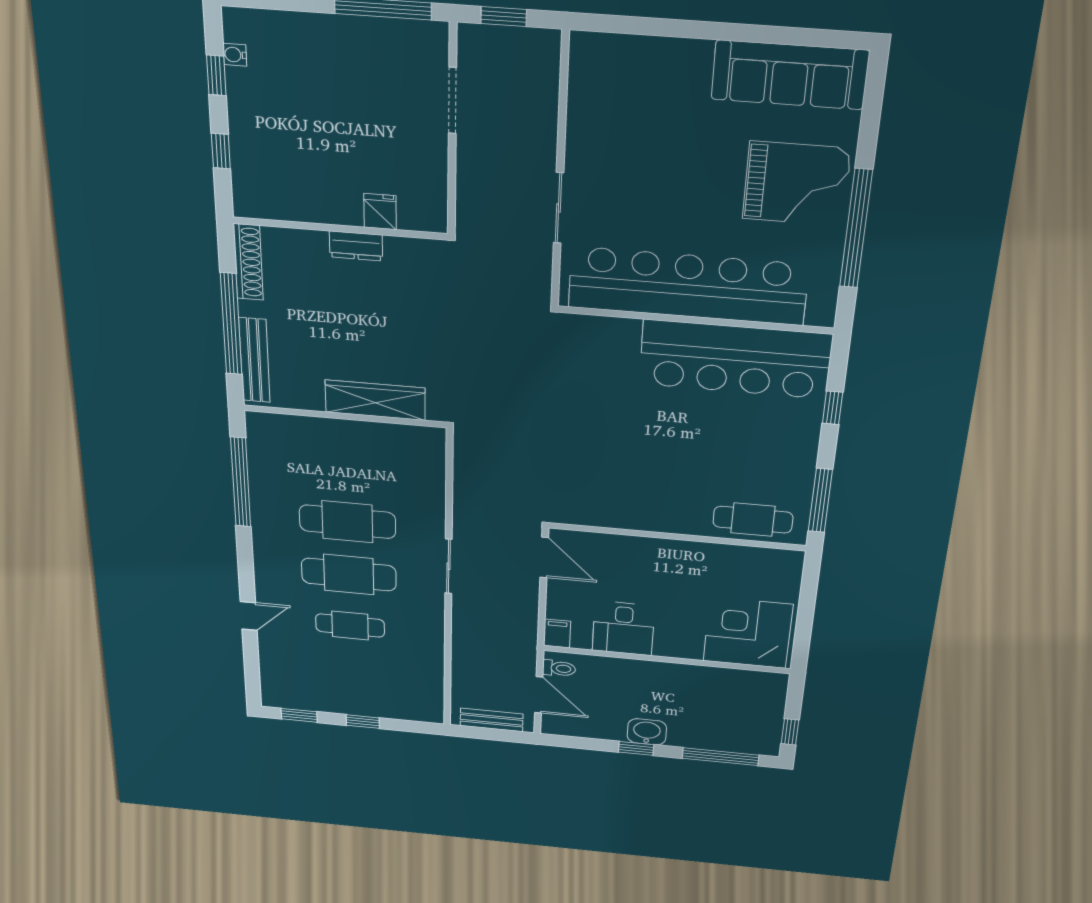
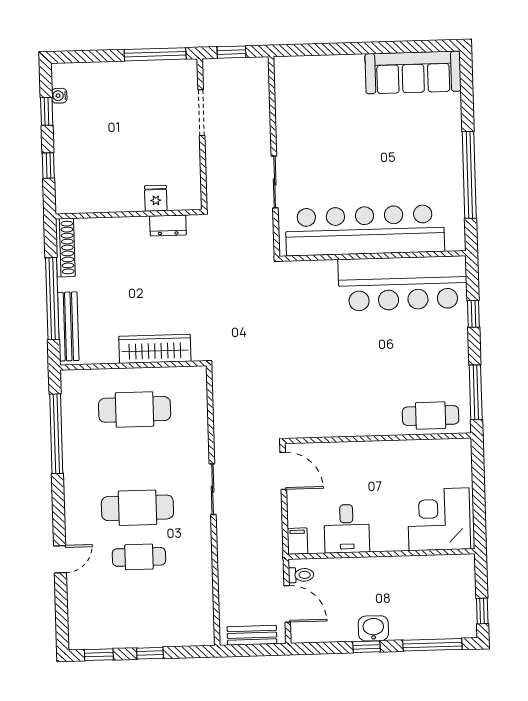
grand piano: (796, 184) -> (427, 147), removed
dresser: (356, 246) -> (168, 225), moved
cafe table: (347, 522) -> (135, 409), moved

